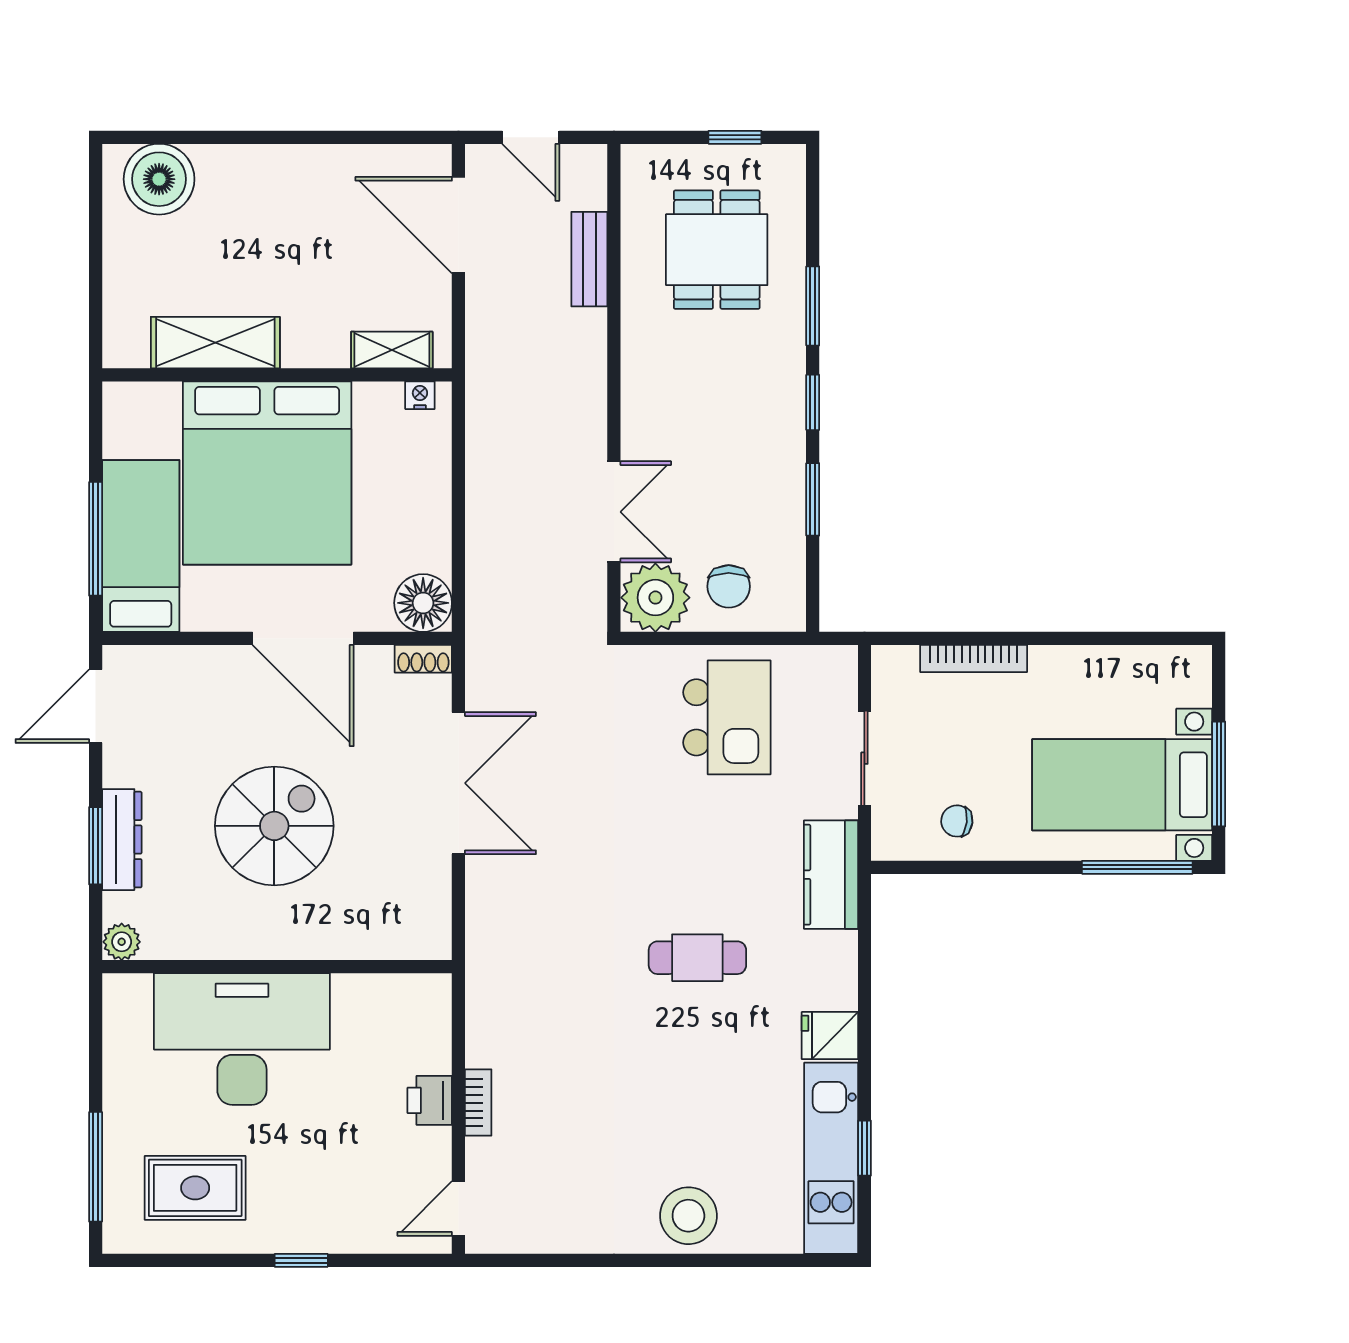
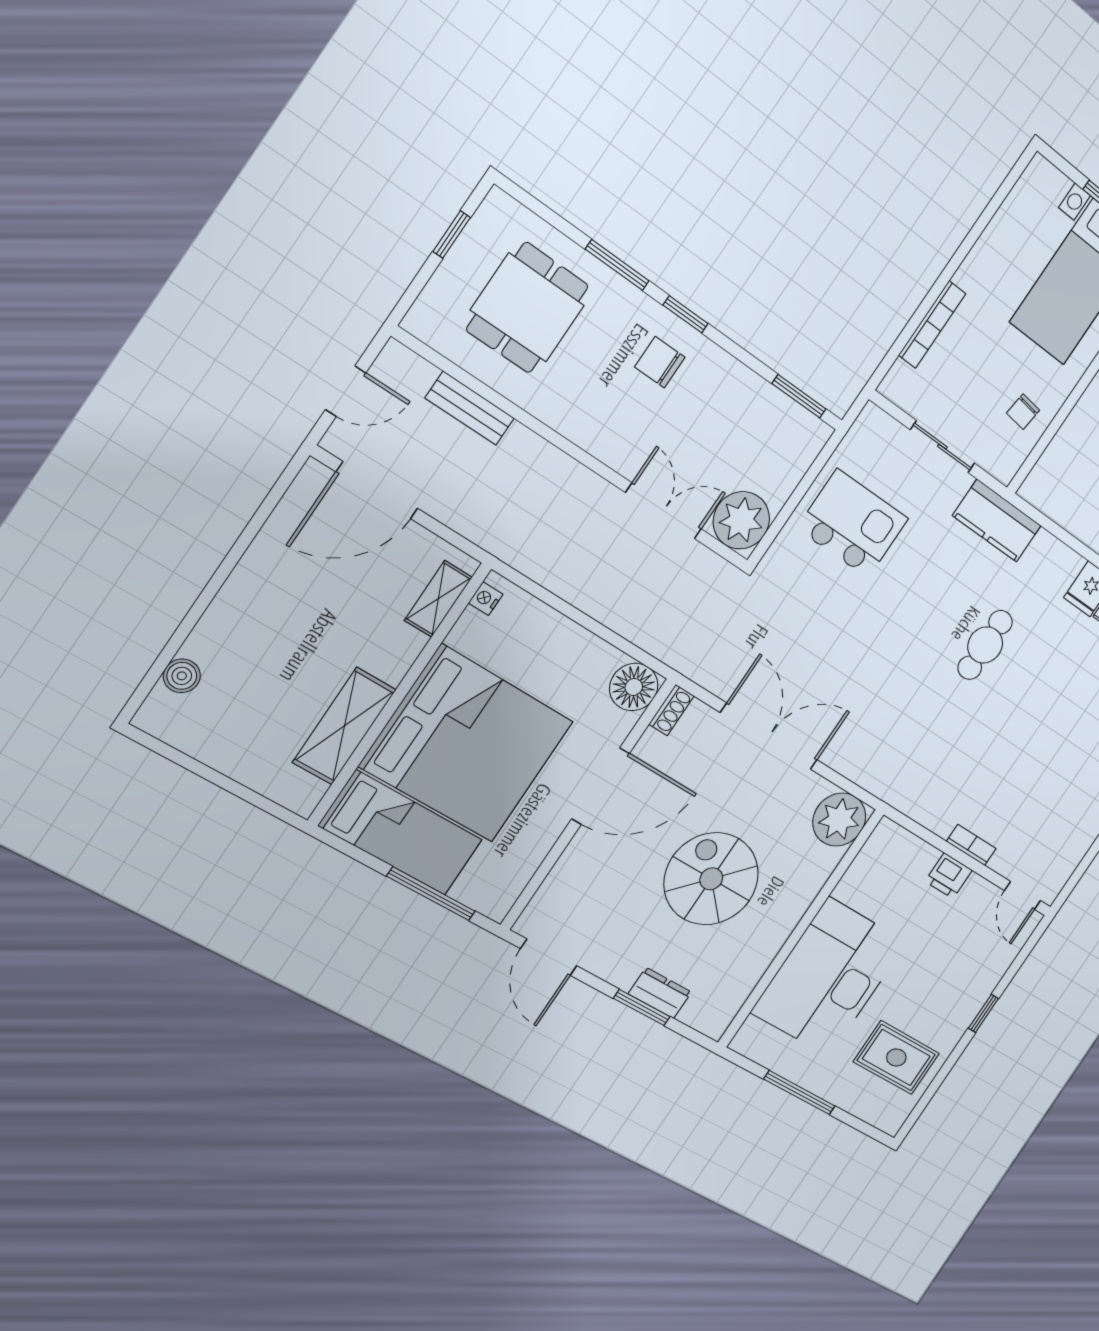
boiler: (159, 179) -> (182, 676), width x0.54, depth x0.54
dining table: (717, 250) -> (528, 308), turned 90
window: (813, 499) -> (799, 396), moved
bed: (141, 546) -> (401, 833), moved, turned 180
chair: (729, 586) -> (660, 362), moved, turned 180
dresser: (122, 840) -> (660, 993), width x0.70
plant: (122, 942) -> (839, 820), moved, width x1.88, depth x1.88
window: (96, 1167) -> (799, 1093), moved
rug: (195, 1188) -> (896, 1058), turned 90

